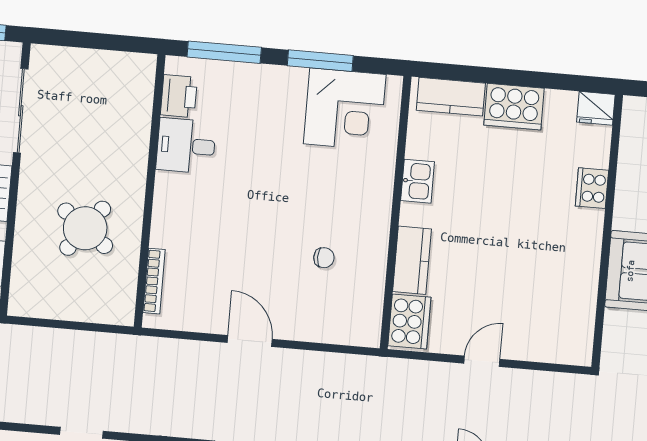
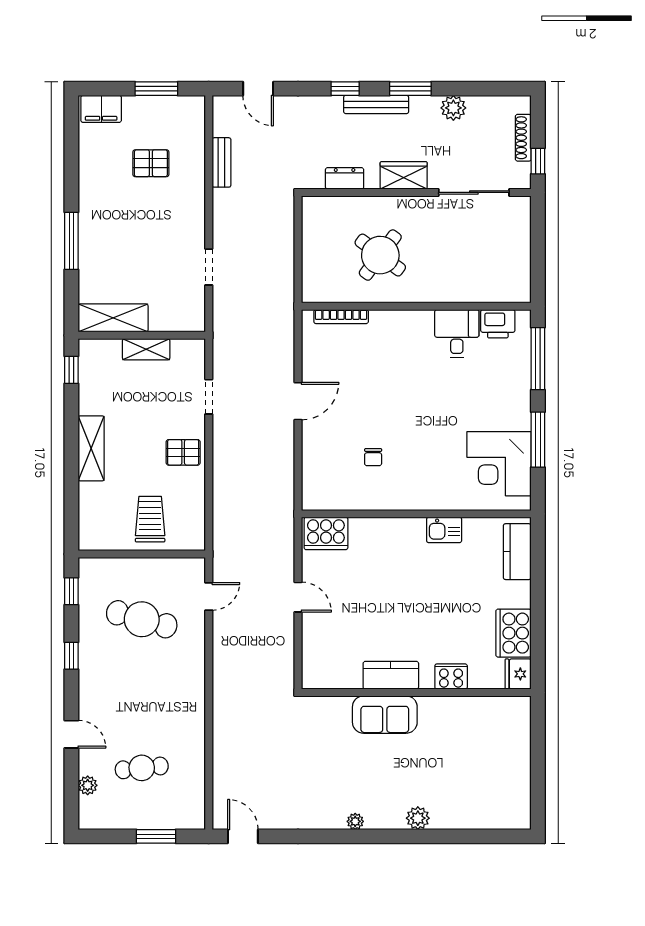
cooker: (514, 107) -> (514, 633), moved
kitchen counter: (412, 260) -> (391, 675), moved, turned 180

